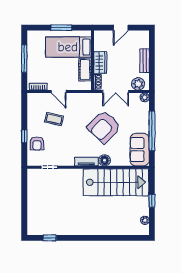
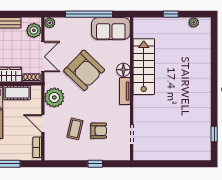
door: (59, 92) -> (43, 123), swing flipped
plant: (81, 101) -> (54, 97), added
armchair: (37, 144) -> (99, 131), moved
stairs: (116, 182) -> (144, 67), width x0.73, depth x0.66

